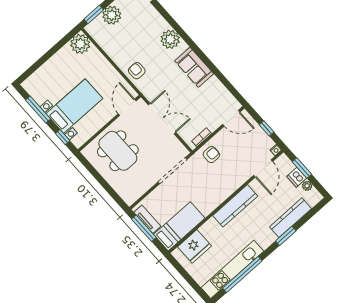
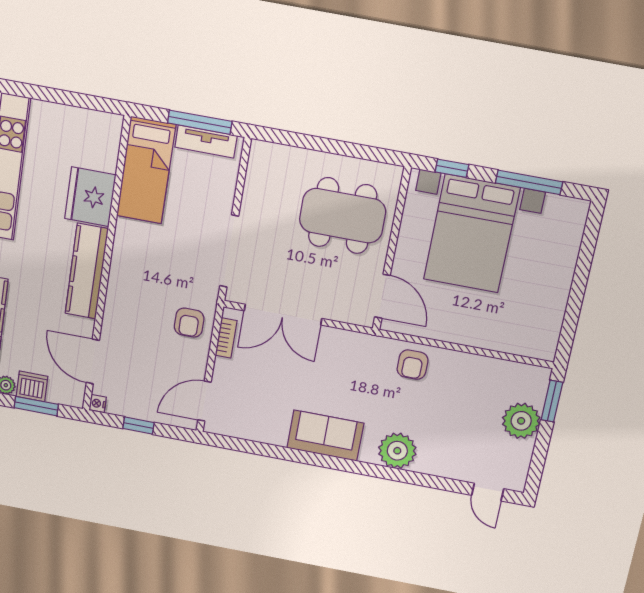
plant: (80, 44) -> (539, 340), removed
armchair: (137, 71) -> (413, 365), turned 90
bed with nightstands: (74, 106) -> (472, 234), width x1.36
double door: (162, 119) -> (283, 315), moved
fridge: (195, 246) -> (90, 197), moved

